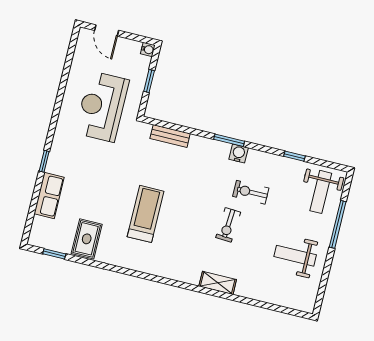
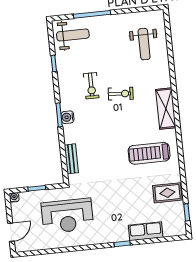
water cooler: (239, 154) -> (68, 117), moved
treadmill: (146, 214) -> (149, 153), moved
weight bench: (295, 256) -> (144, 44), moved
shelving: (218, 283) -> (166, 109), moved, width x1.50, depth x1.33

